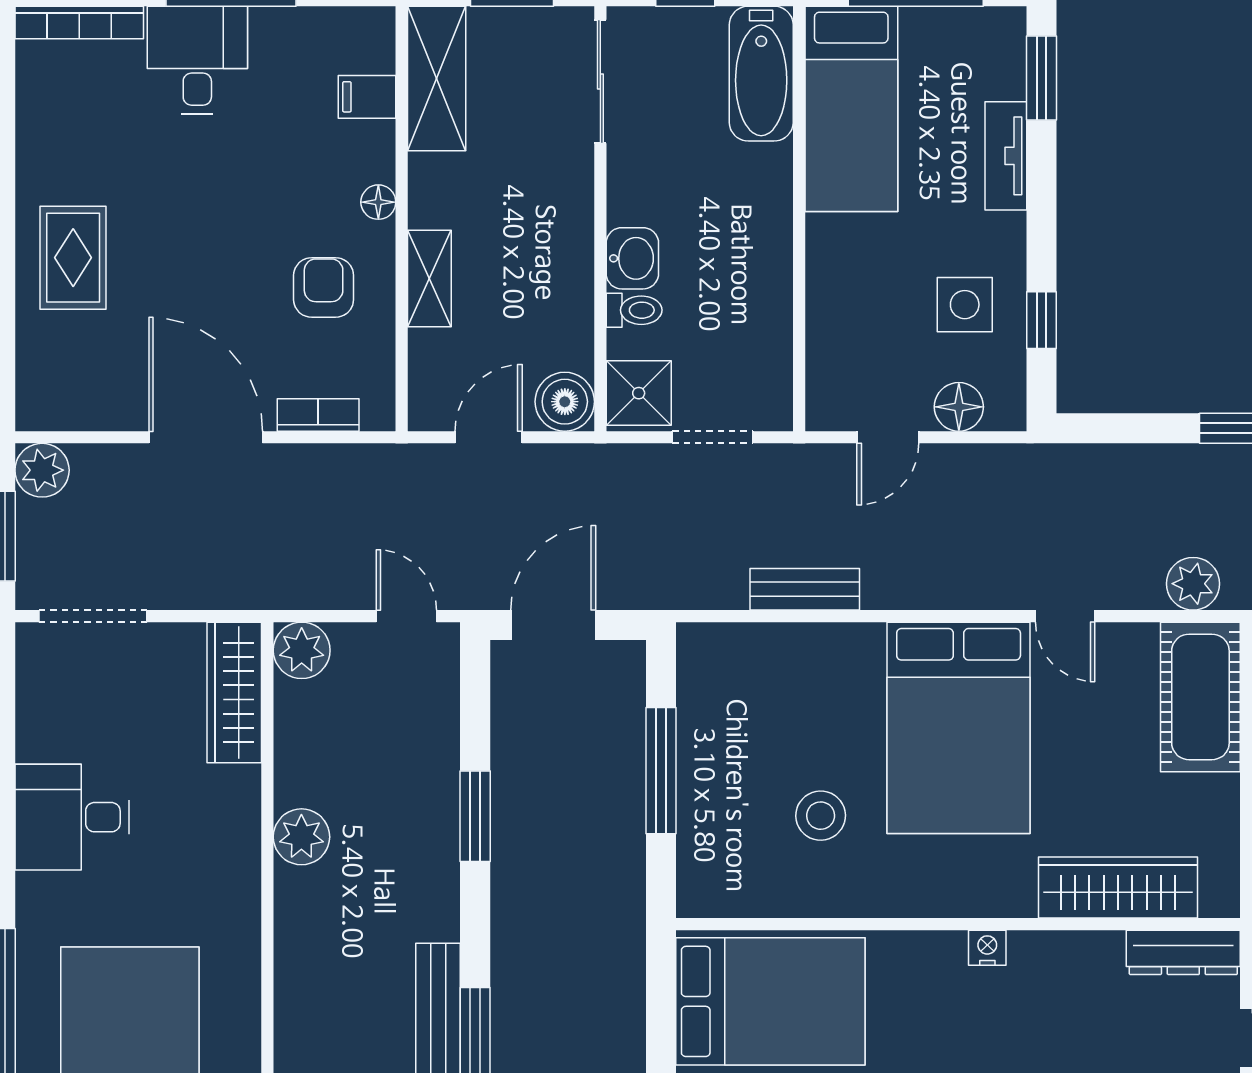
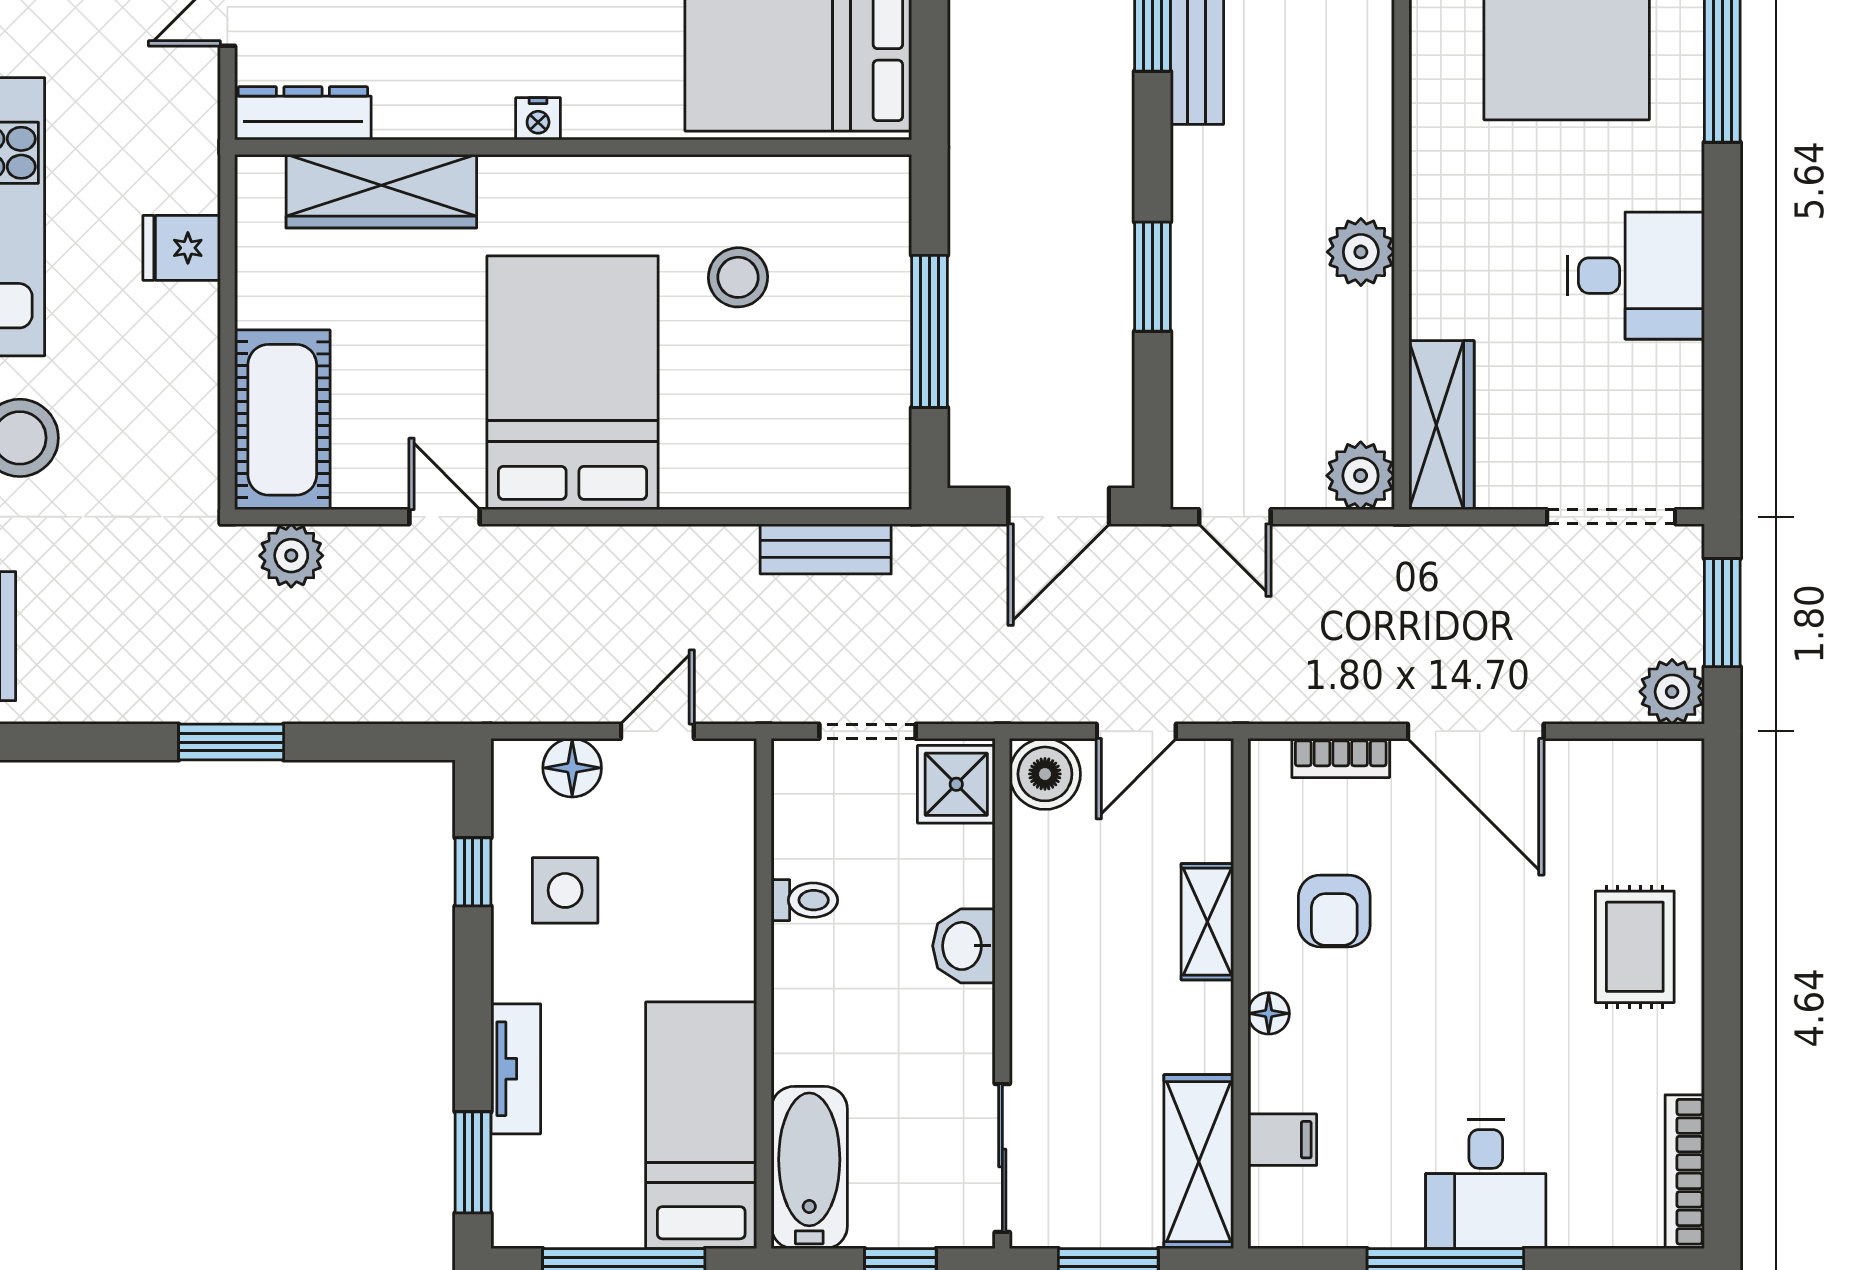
bookcase: (79, 22) -> (1685, 1172), moved, turned -90
toilet: (634, 310) -> (804, 900), moved, turned 180
bench: (805, 589) -> (826, 549), moved

